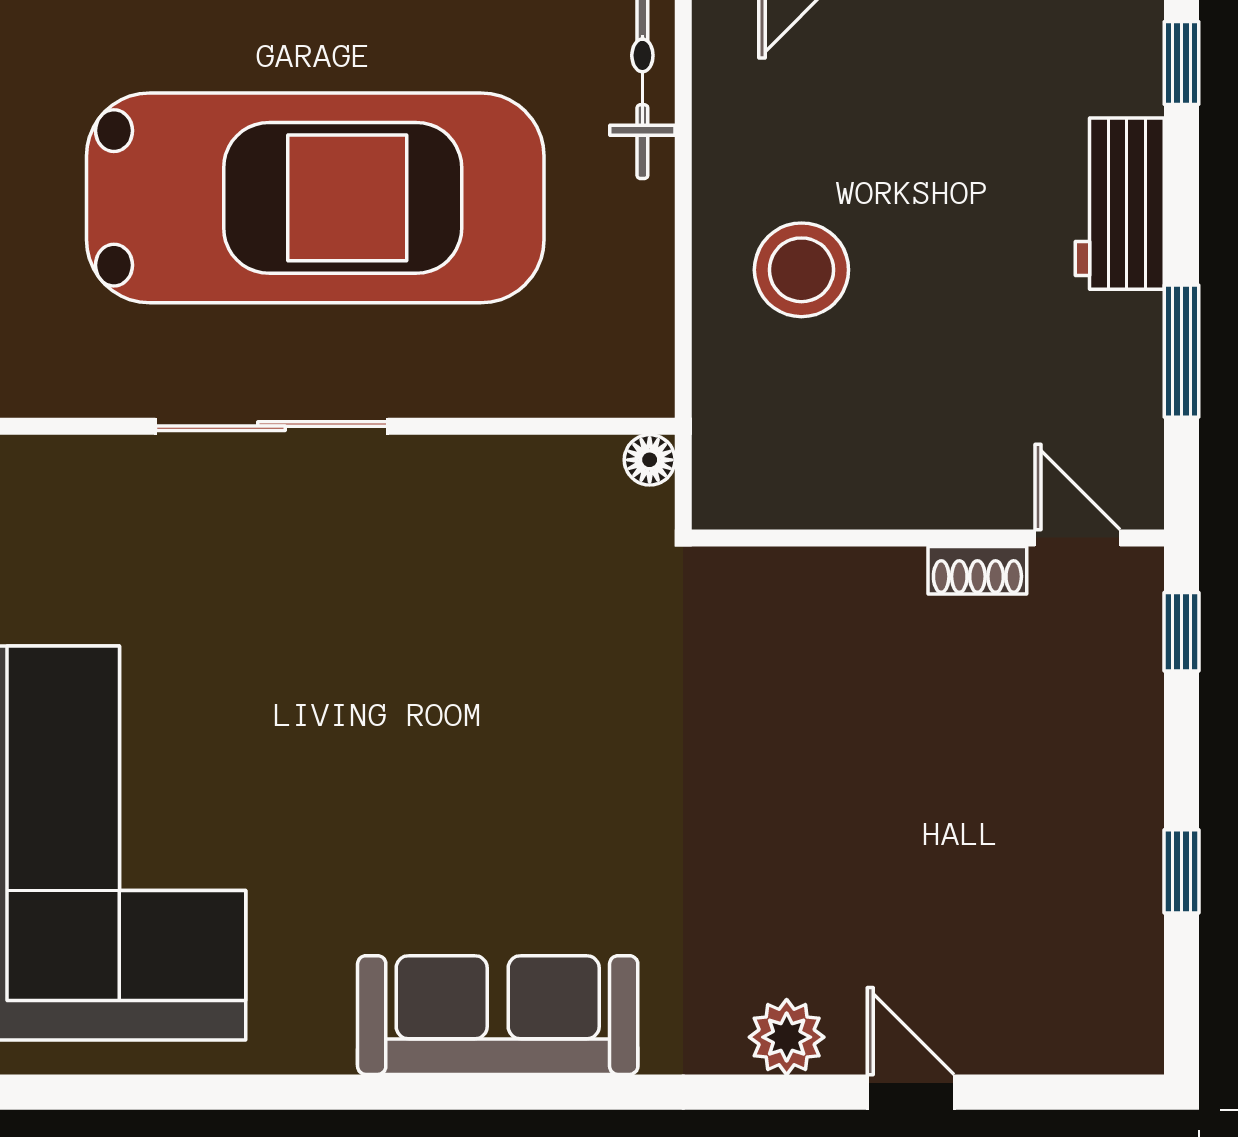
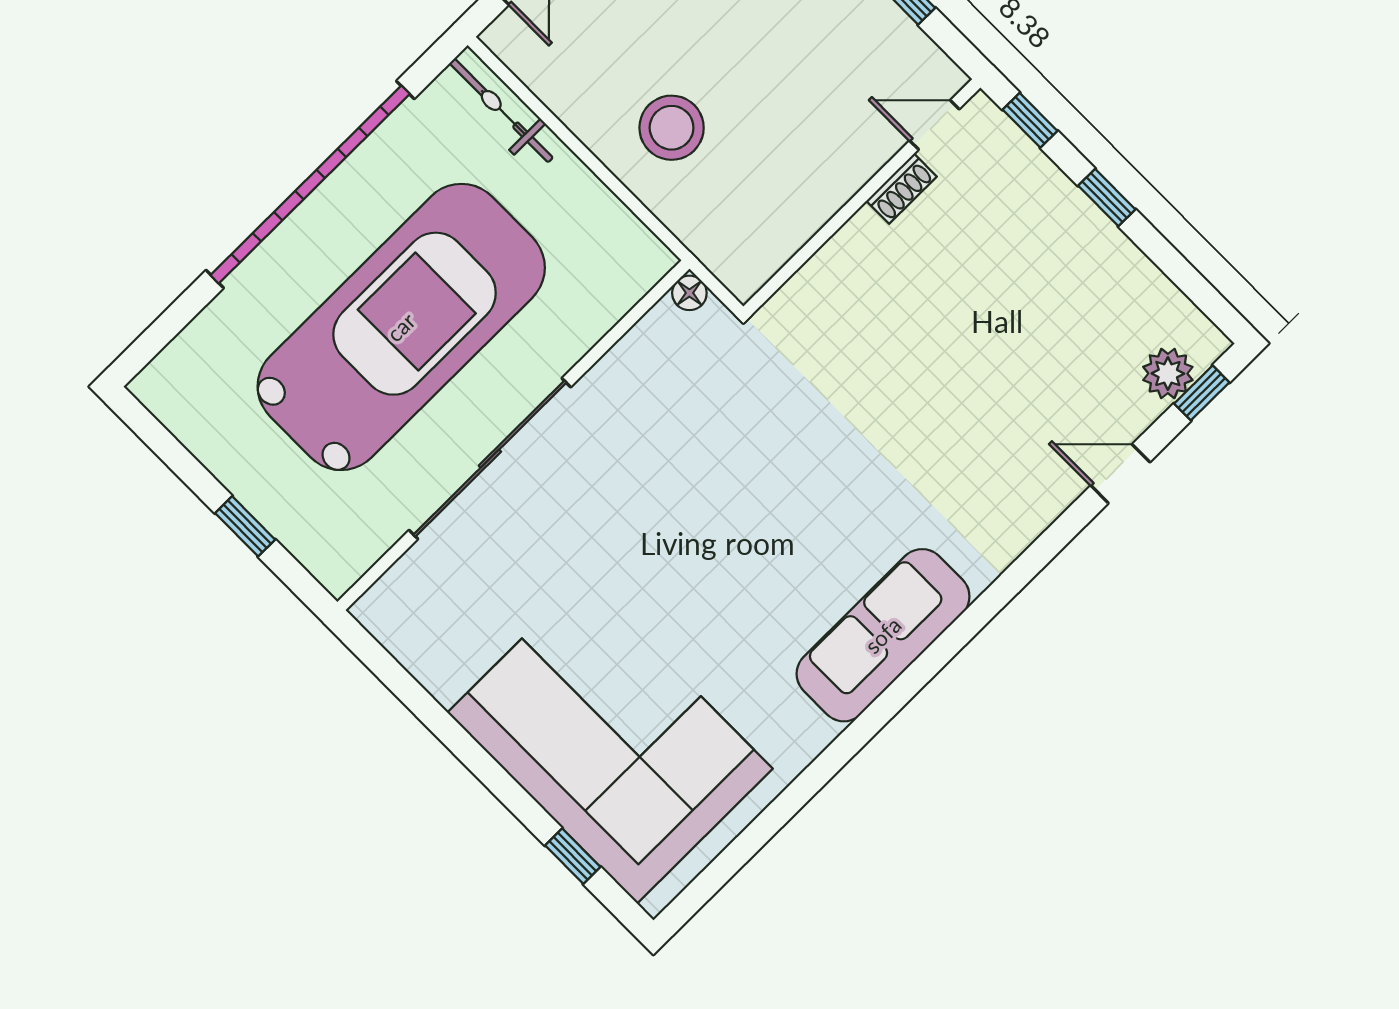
sliding door: (272, 426) -> (490, 459), width x1.36
window: (1181, 871) -> (1107, 198), moved
plant: (787, 1037) -> (1168, 374), moved
window: (1079, 1092) -> (1202, 393), added

